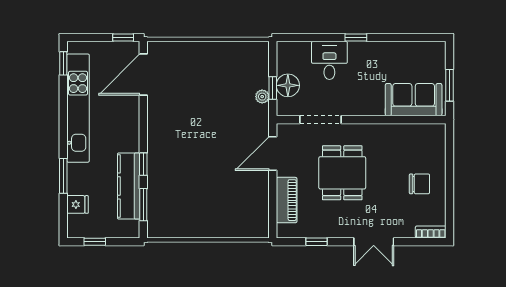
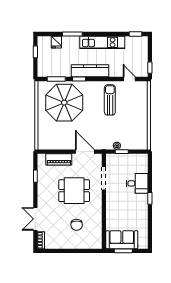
door: (143, 74) -> (129, 79), width x0.53
floor lamp: (288, 85) -> (123, 160), removed
sofa: (414, 100) -> (122, 240), moved, turned -90
kitchen unit: (78, 108) -> (102, 42), width x0.73
sun lounger: (181, 109) -> (110, 100), added
chair: (419, 184) -> (77, 225), moved
kitchen counter: (129, 186) -> (90, 71), moved
parasol: (185, 190) -> (64, 103), added
double door: (374, 242) -> (35, 219), moved

